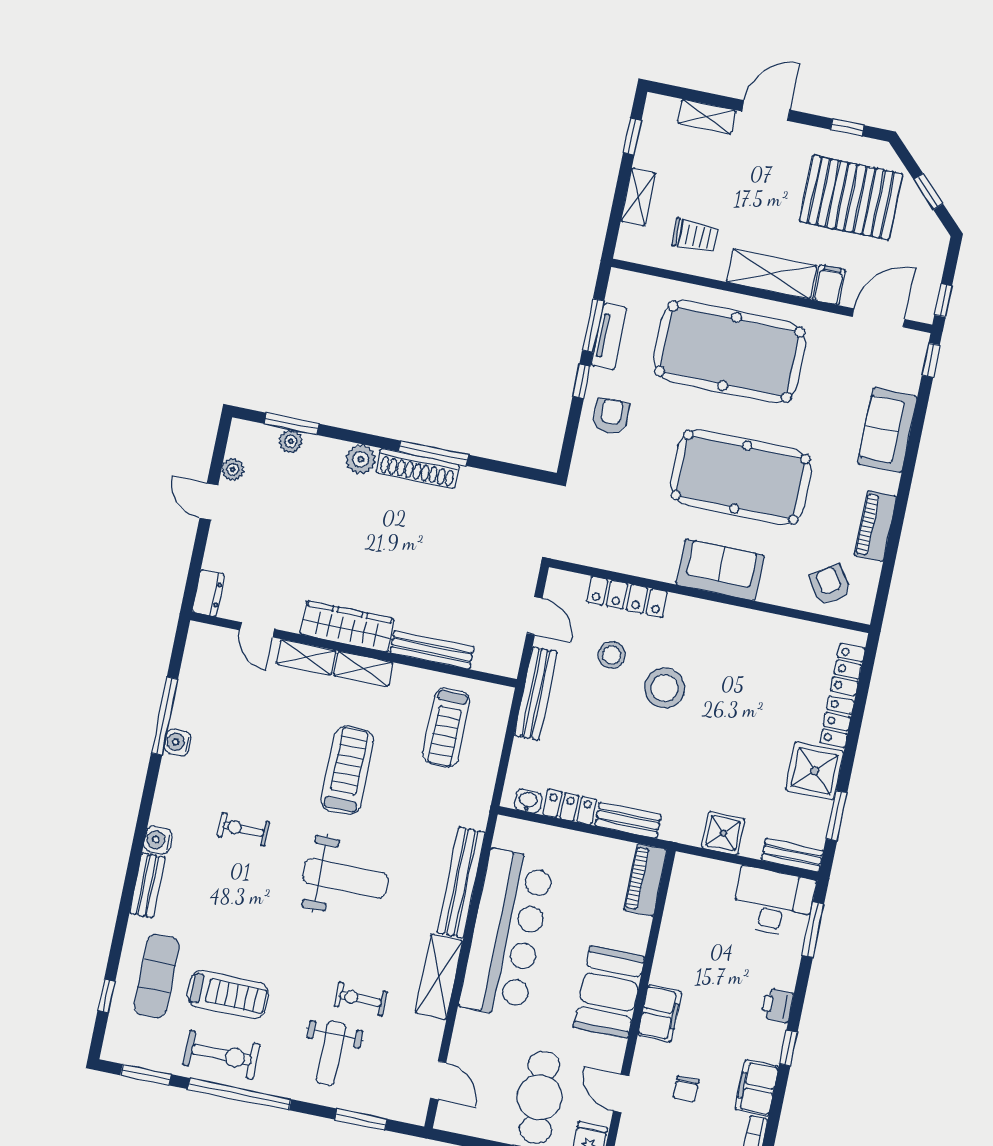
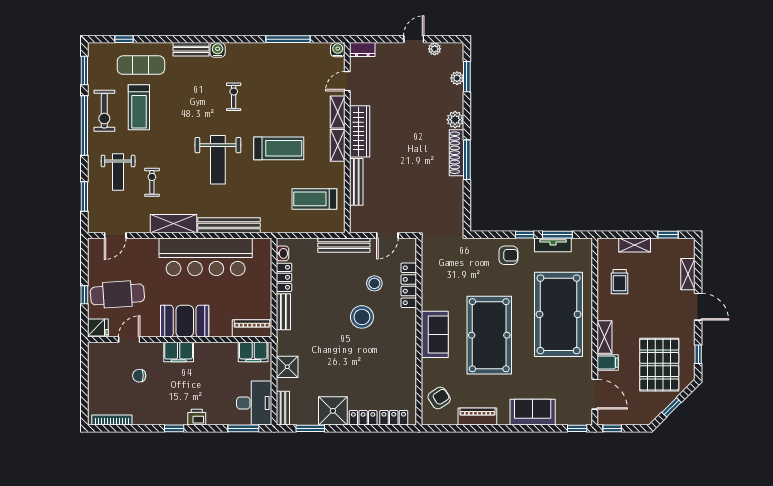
shelving: (772, 274) -> (605, 337), width x0.67, depth x0.75
water cooler: (178, 742) -> (338, 50), moved
weight bench: (331, 1053) -> (118, 172), turned -90
filing cabinet: (757, 1088) -> (253, 352), moved, turned 180

